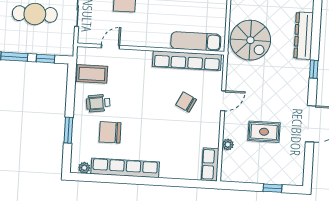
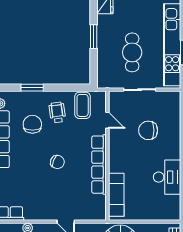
window: (45, 59) -> (94, 64), removed
row of seats: (187, 61) -> (99, 165), moved
chair: (186, 102) -> (57, 162), moved, turned 85

